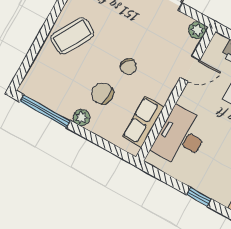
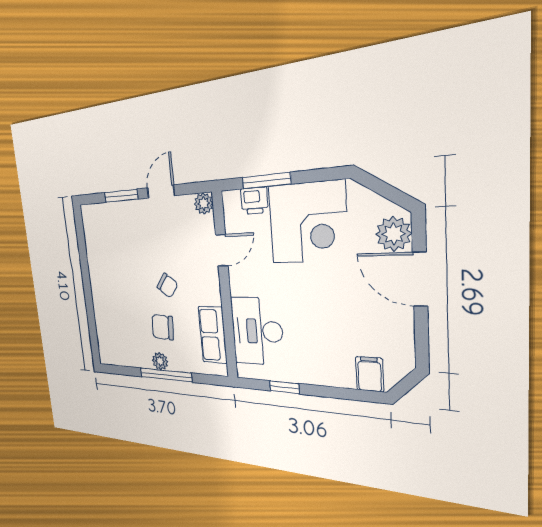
coffee table: (72, 36) -> (109, 286), removed
window: (45, 111) -> (166, 375), moved
window: (199, 197) -> (284, 387), moved

